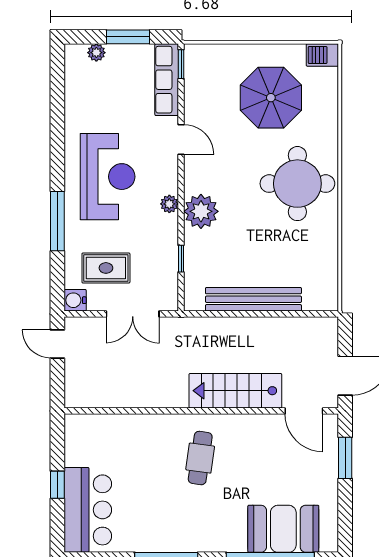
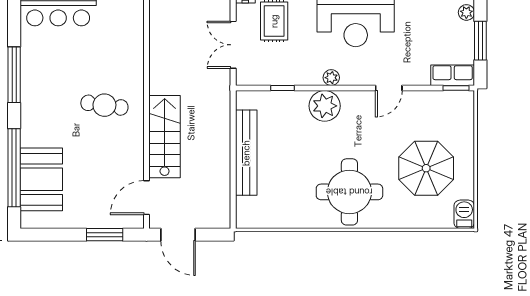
row of seats: (167, 80) -> (453, 75), width x0.68

